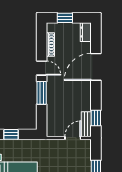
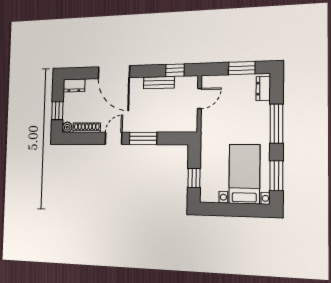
plant: (51, 27) -> (67, 127), added
bench: (86, 124) -> (159, 83), moved
door: (73, 138) -> (199, 99), swing flipped

